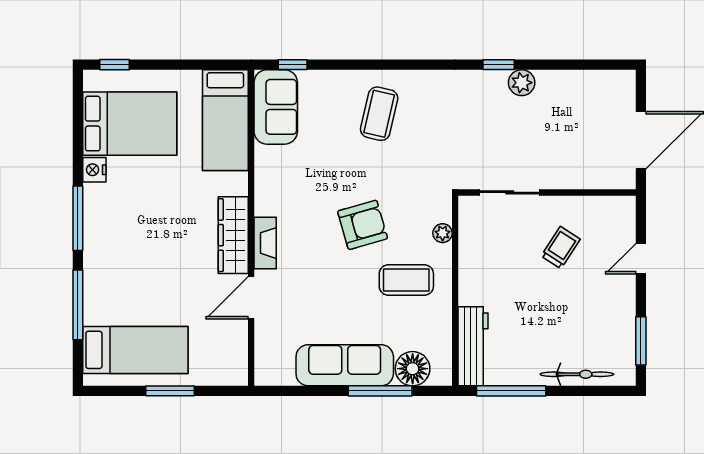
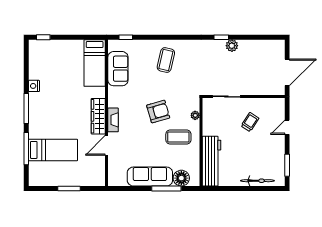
sofa: (276, 107) -> (118, 69), moved
bed: (130, 124) -> (50, 65), removed
workbench: (473, 346) -> (212, 161), width x1.36, depth x1.32
bed: (135, 350) -> (53, 150), moved
window: (511, 391) -> (227, 188), removed

